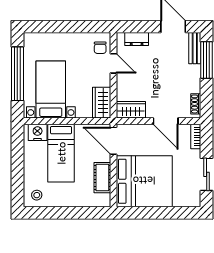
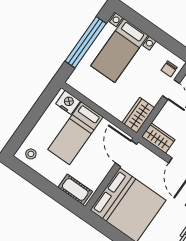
bed with nightstands: (51, 90) -> (119, 50), moved, turned 180
cot: (102, 178) -> (75, 189), moved, turned 90

